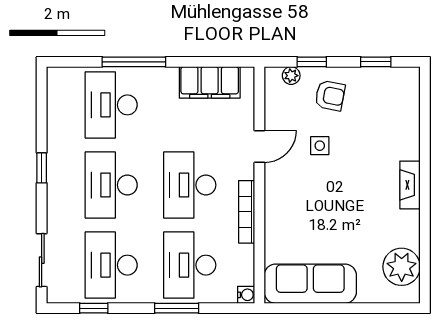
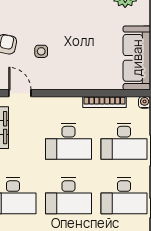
door: (259, 146) -> (20, 93), moved
bookcase: (247, 212) -> (105, 102), moved

